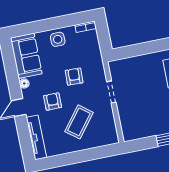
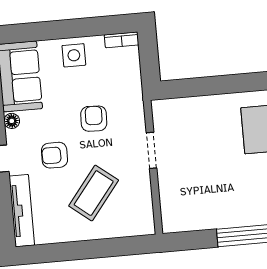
armchair: (53, 101) -> (54, 155), turned -90

